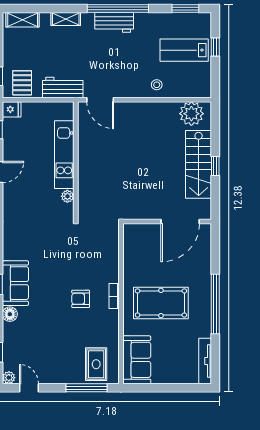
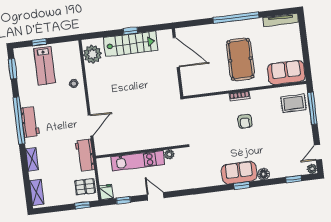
kitchen unit: (64, 155) -> (138, 161), moved
wall: (76, 161) -> (141, 151), moved
plant: (67, 196) -> (169, 154), moved

